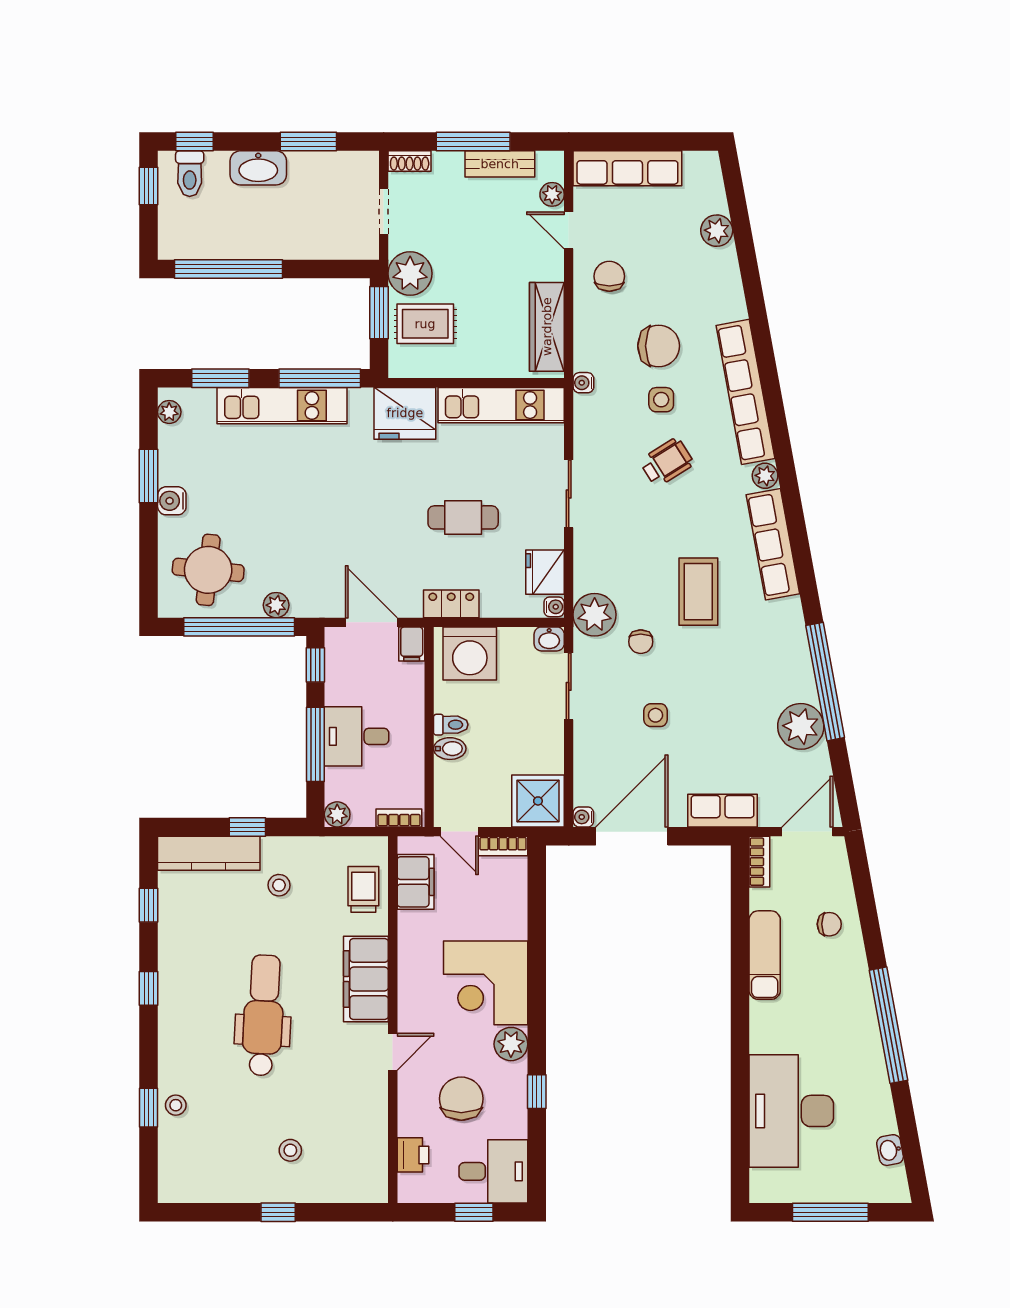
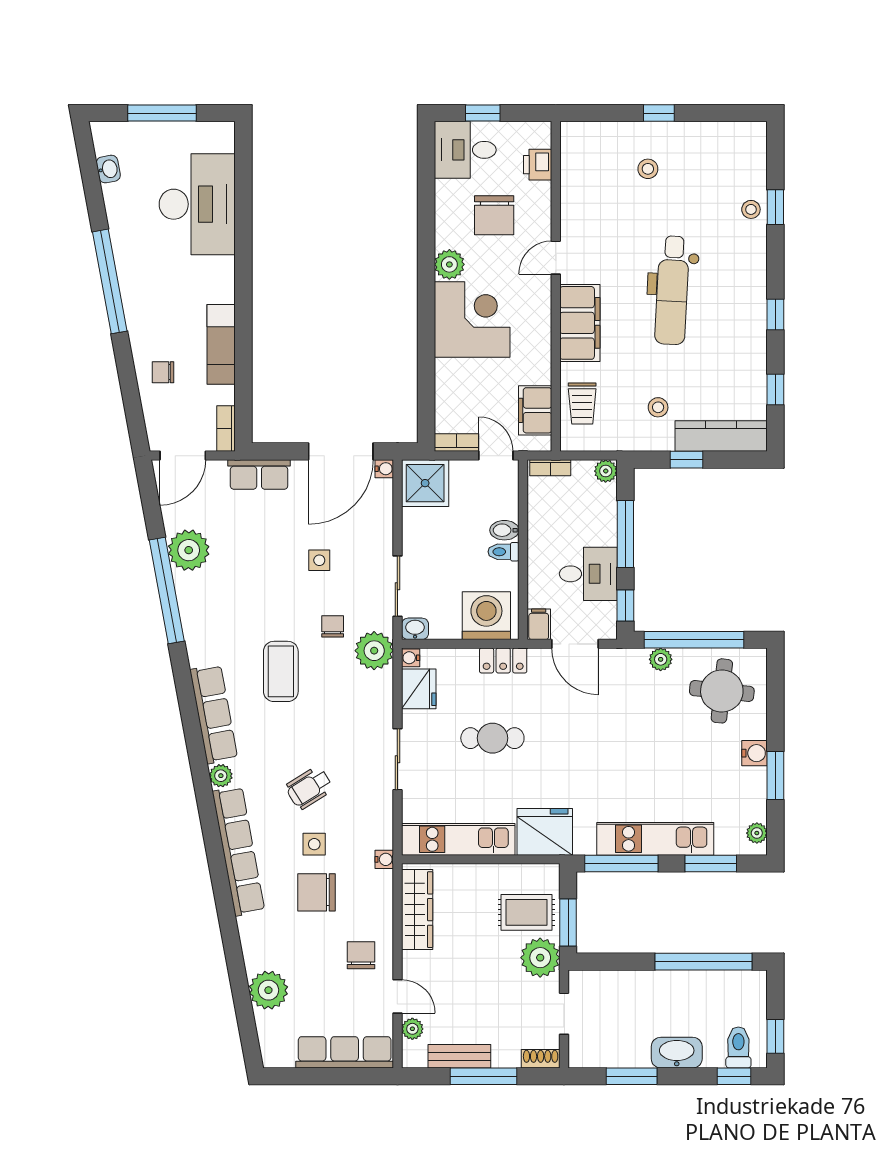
plant: (717, 231) -> (268, 990), width x1.36, depth x1.36
chair: (609, 276) -> (361, 955), turned 180
desk: (357, 736) -> (588, 574), moved
window: (537, 1092) -> (426, 222), removed

